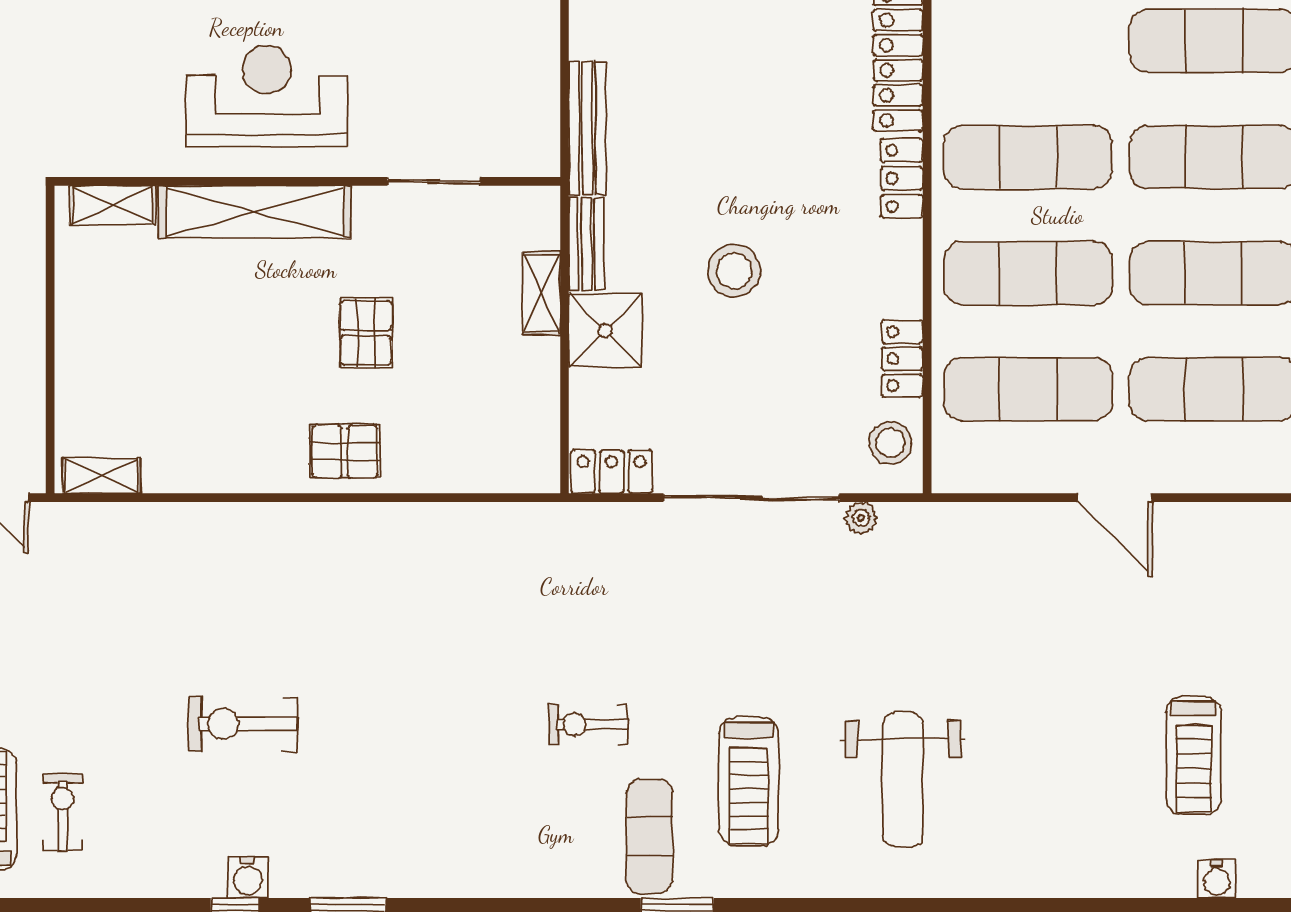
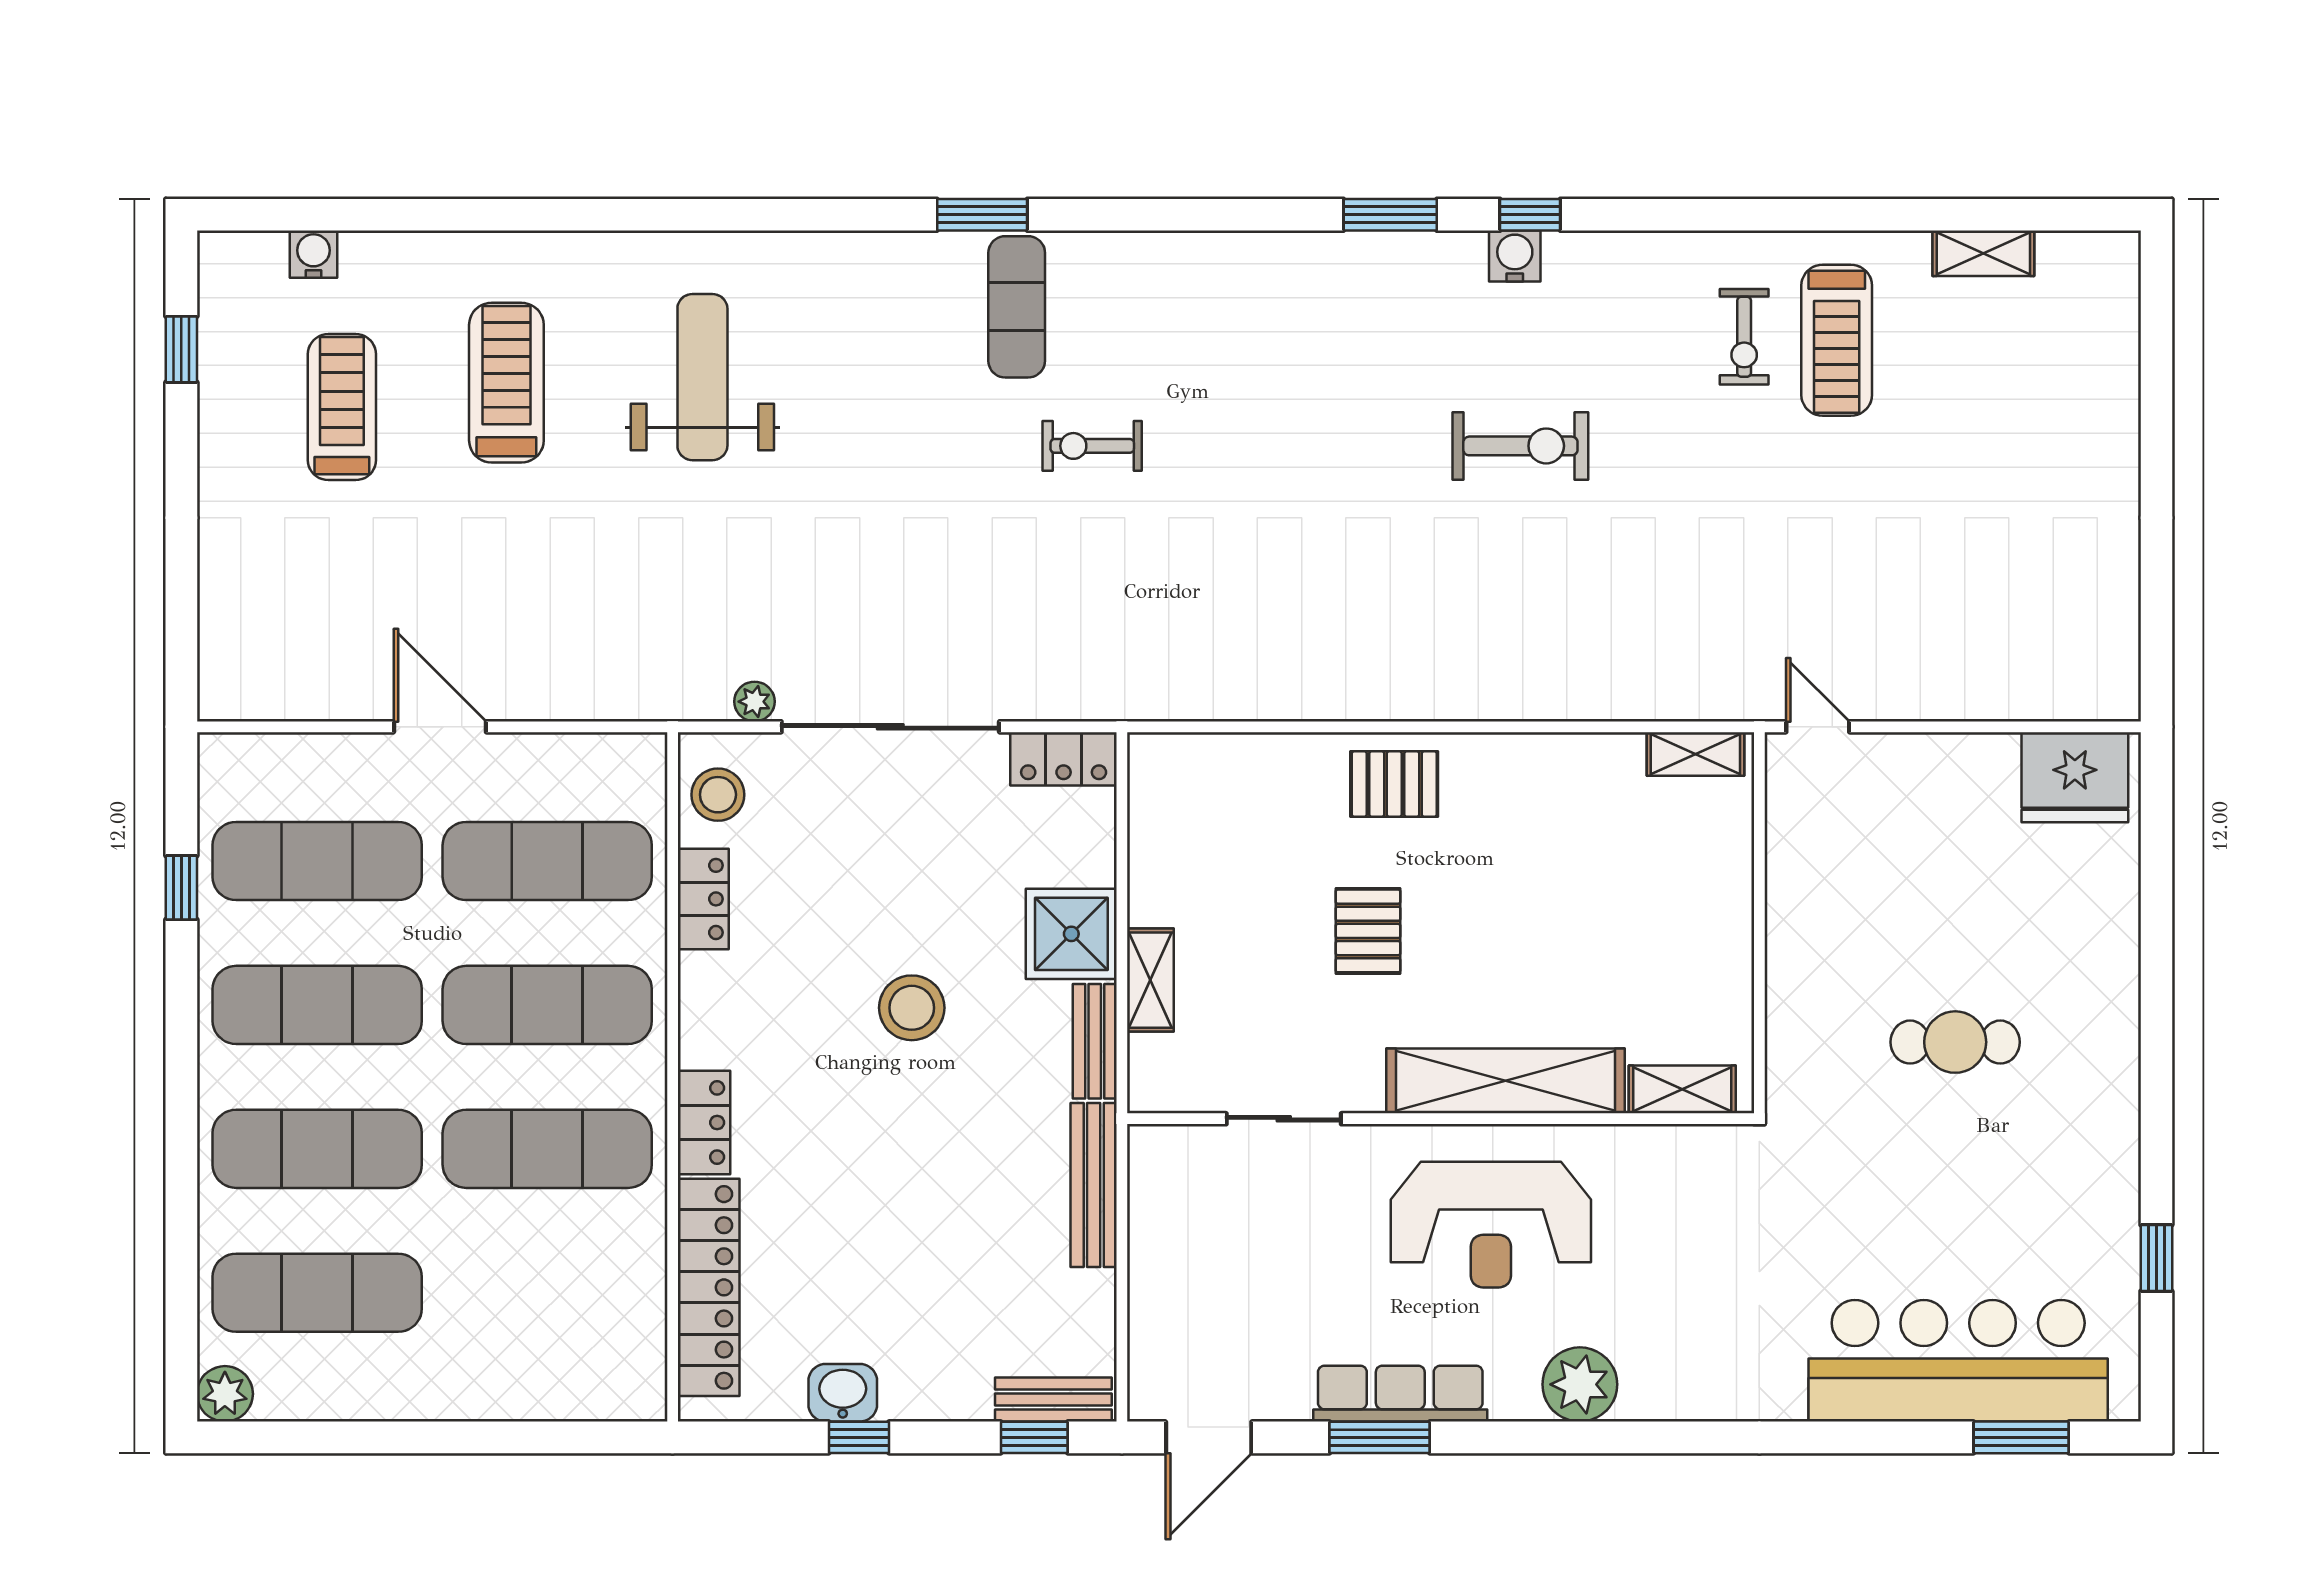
exercise bike: (588, 724) -> (1092, 446), turned 180
treadmill: (749, 782) -> (506, 383), moved

